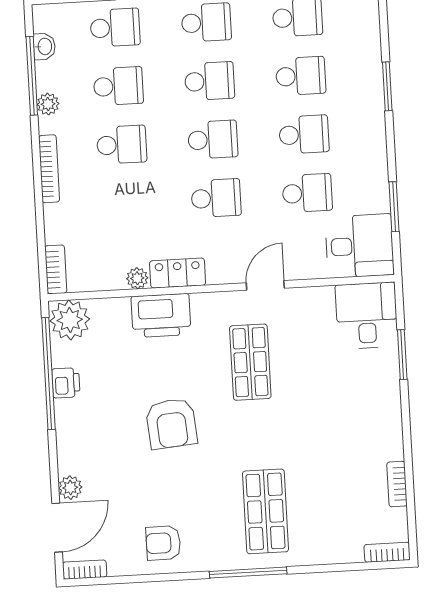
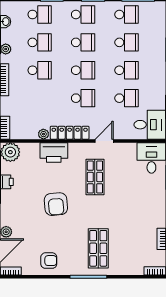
locker: (178, 273) -> (70, 133), width x1.53
armchair: (163, 543) -> (49, 261), turned 180

